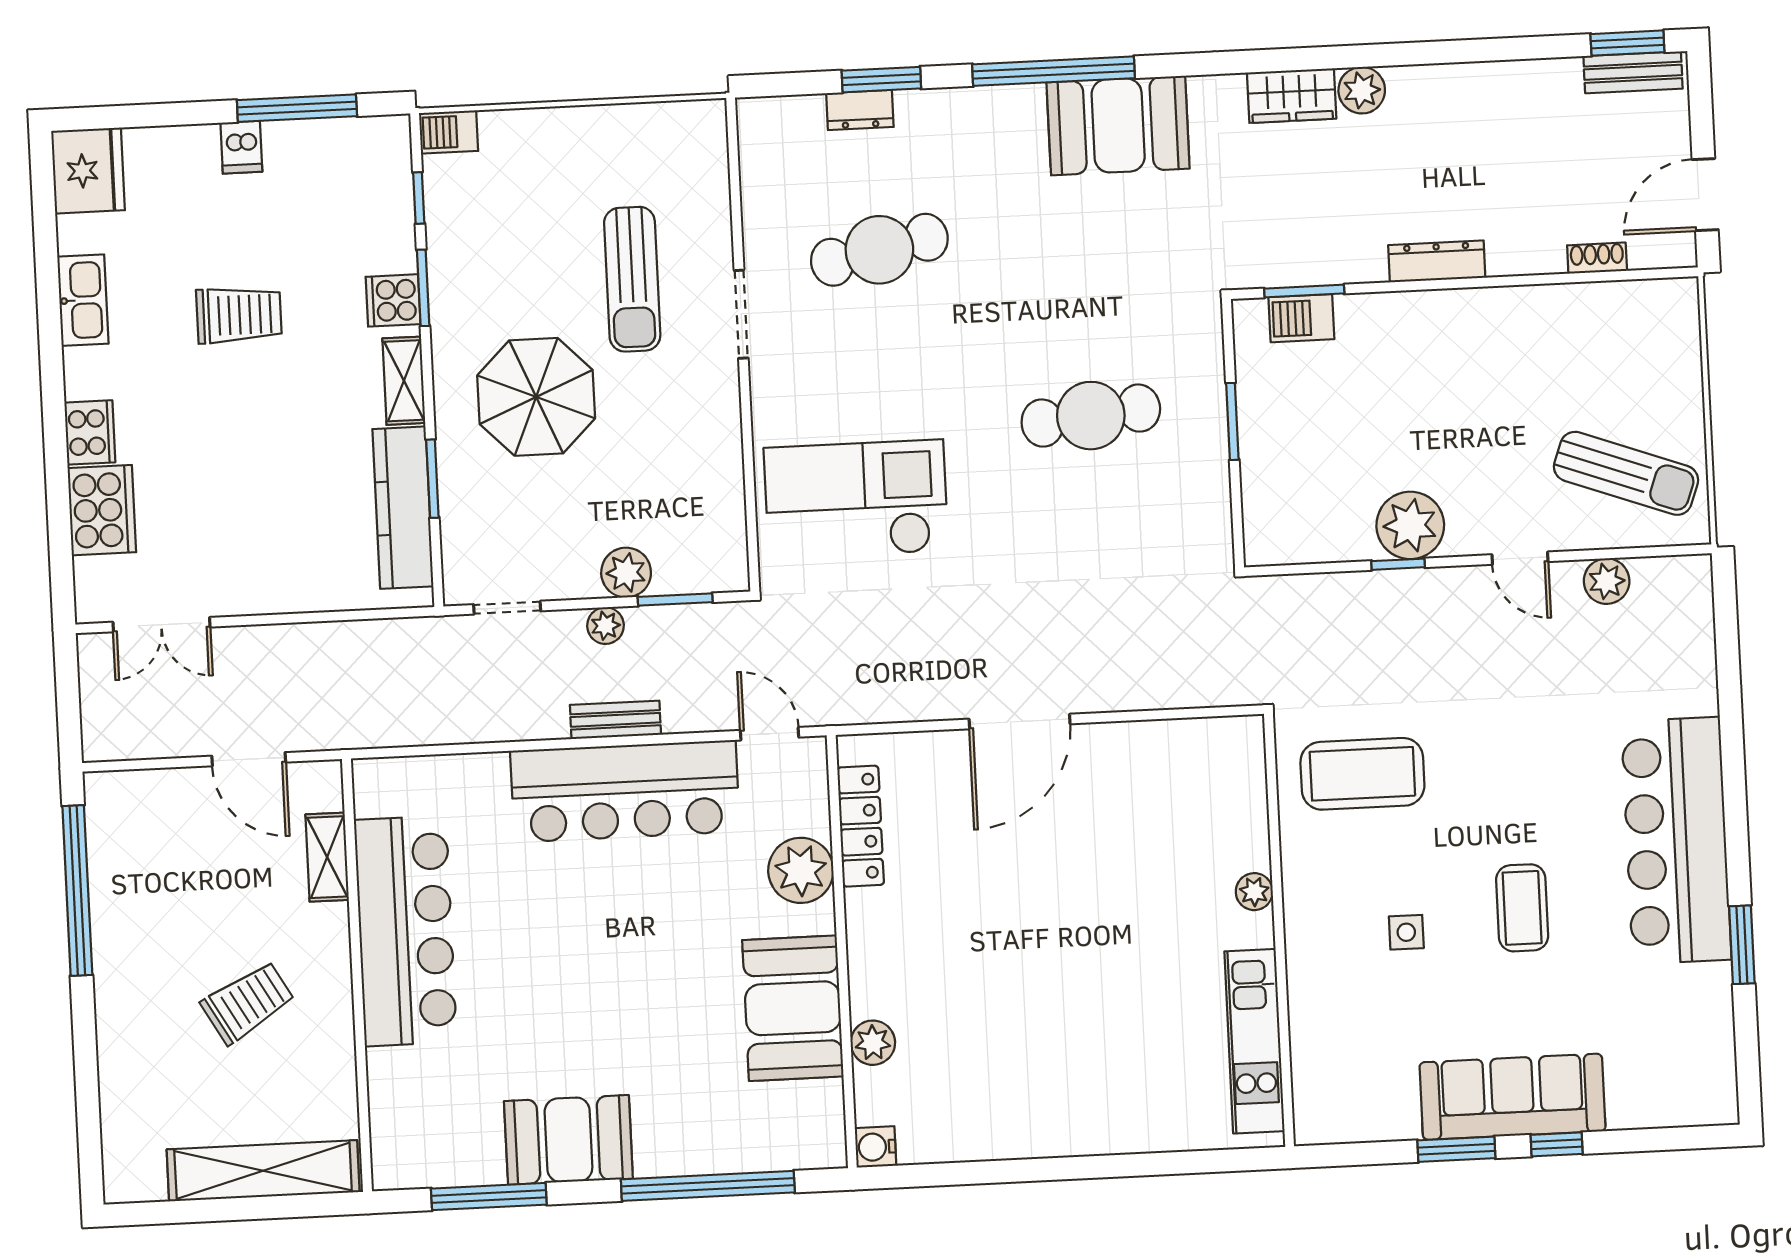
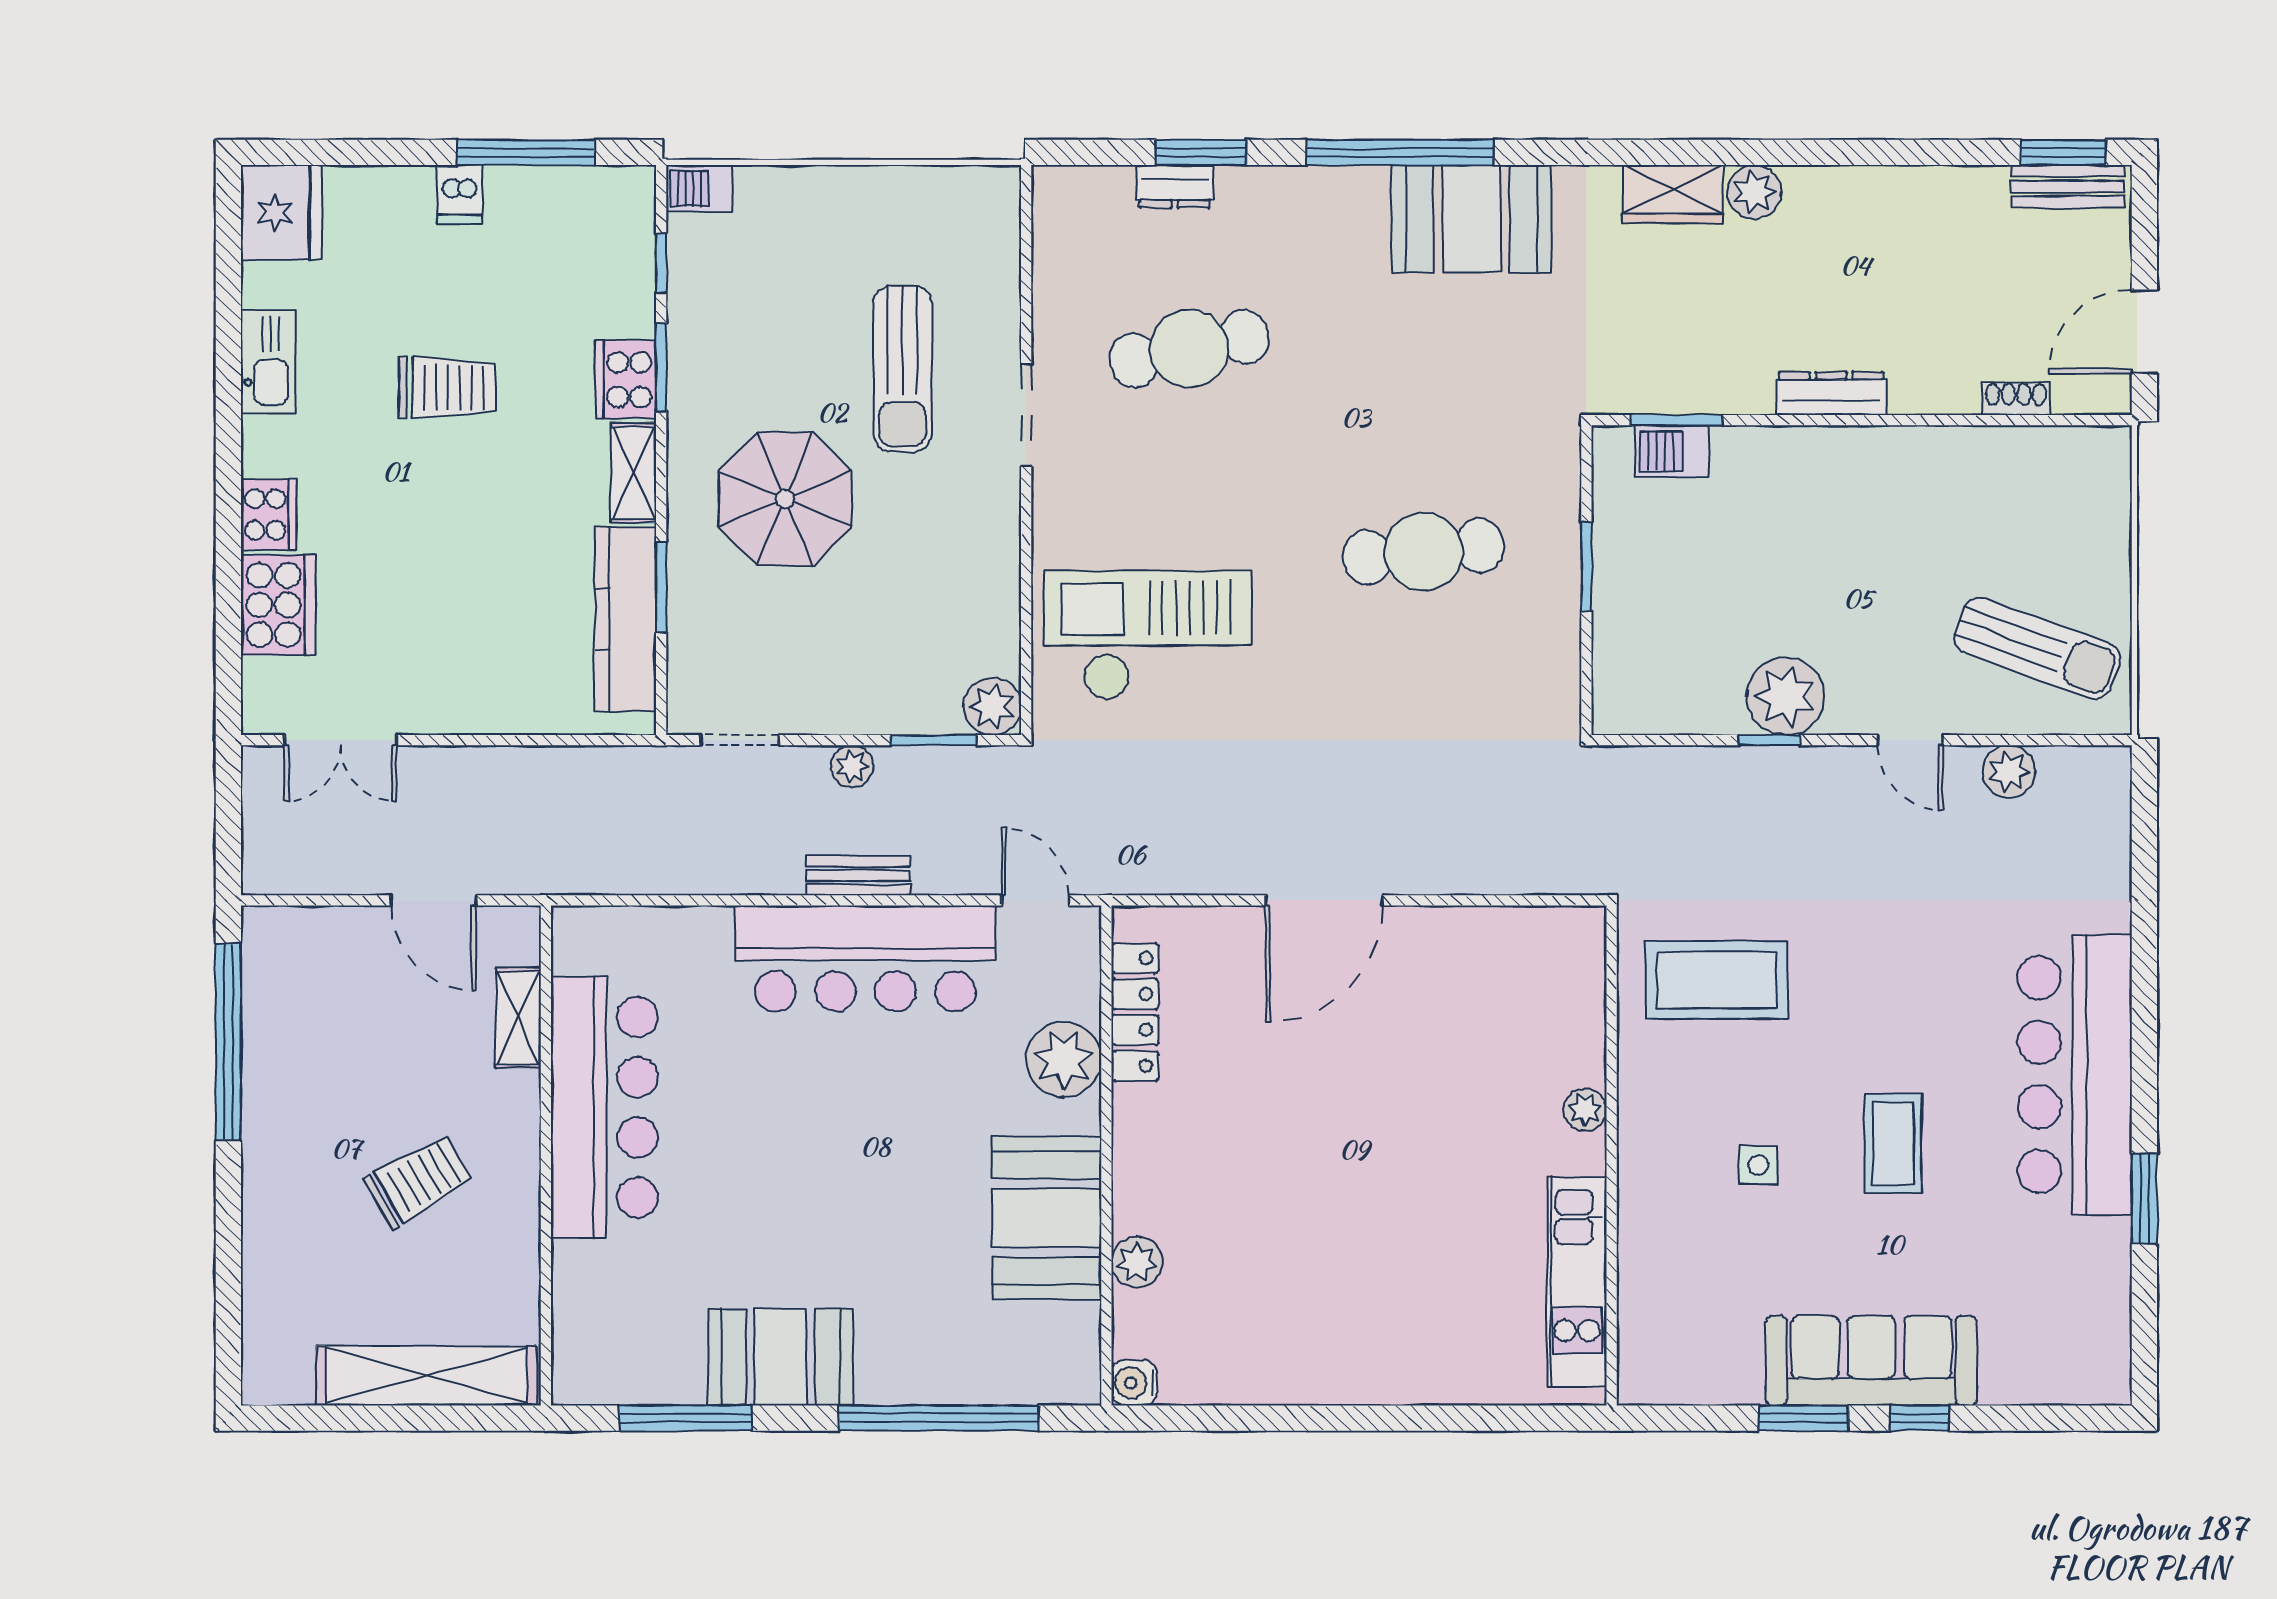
cooker: (393, 300) -> (626, 380), width x1.36
plant: (626, 573) -> (992, 706), moved

